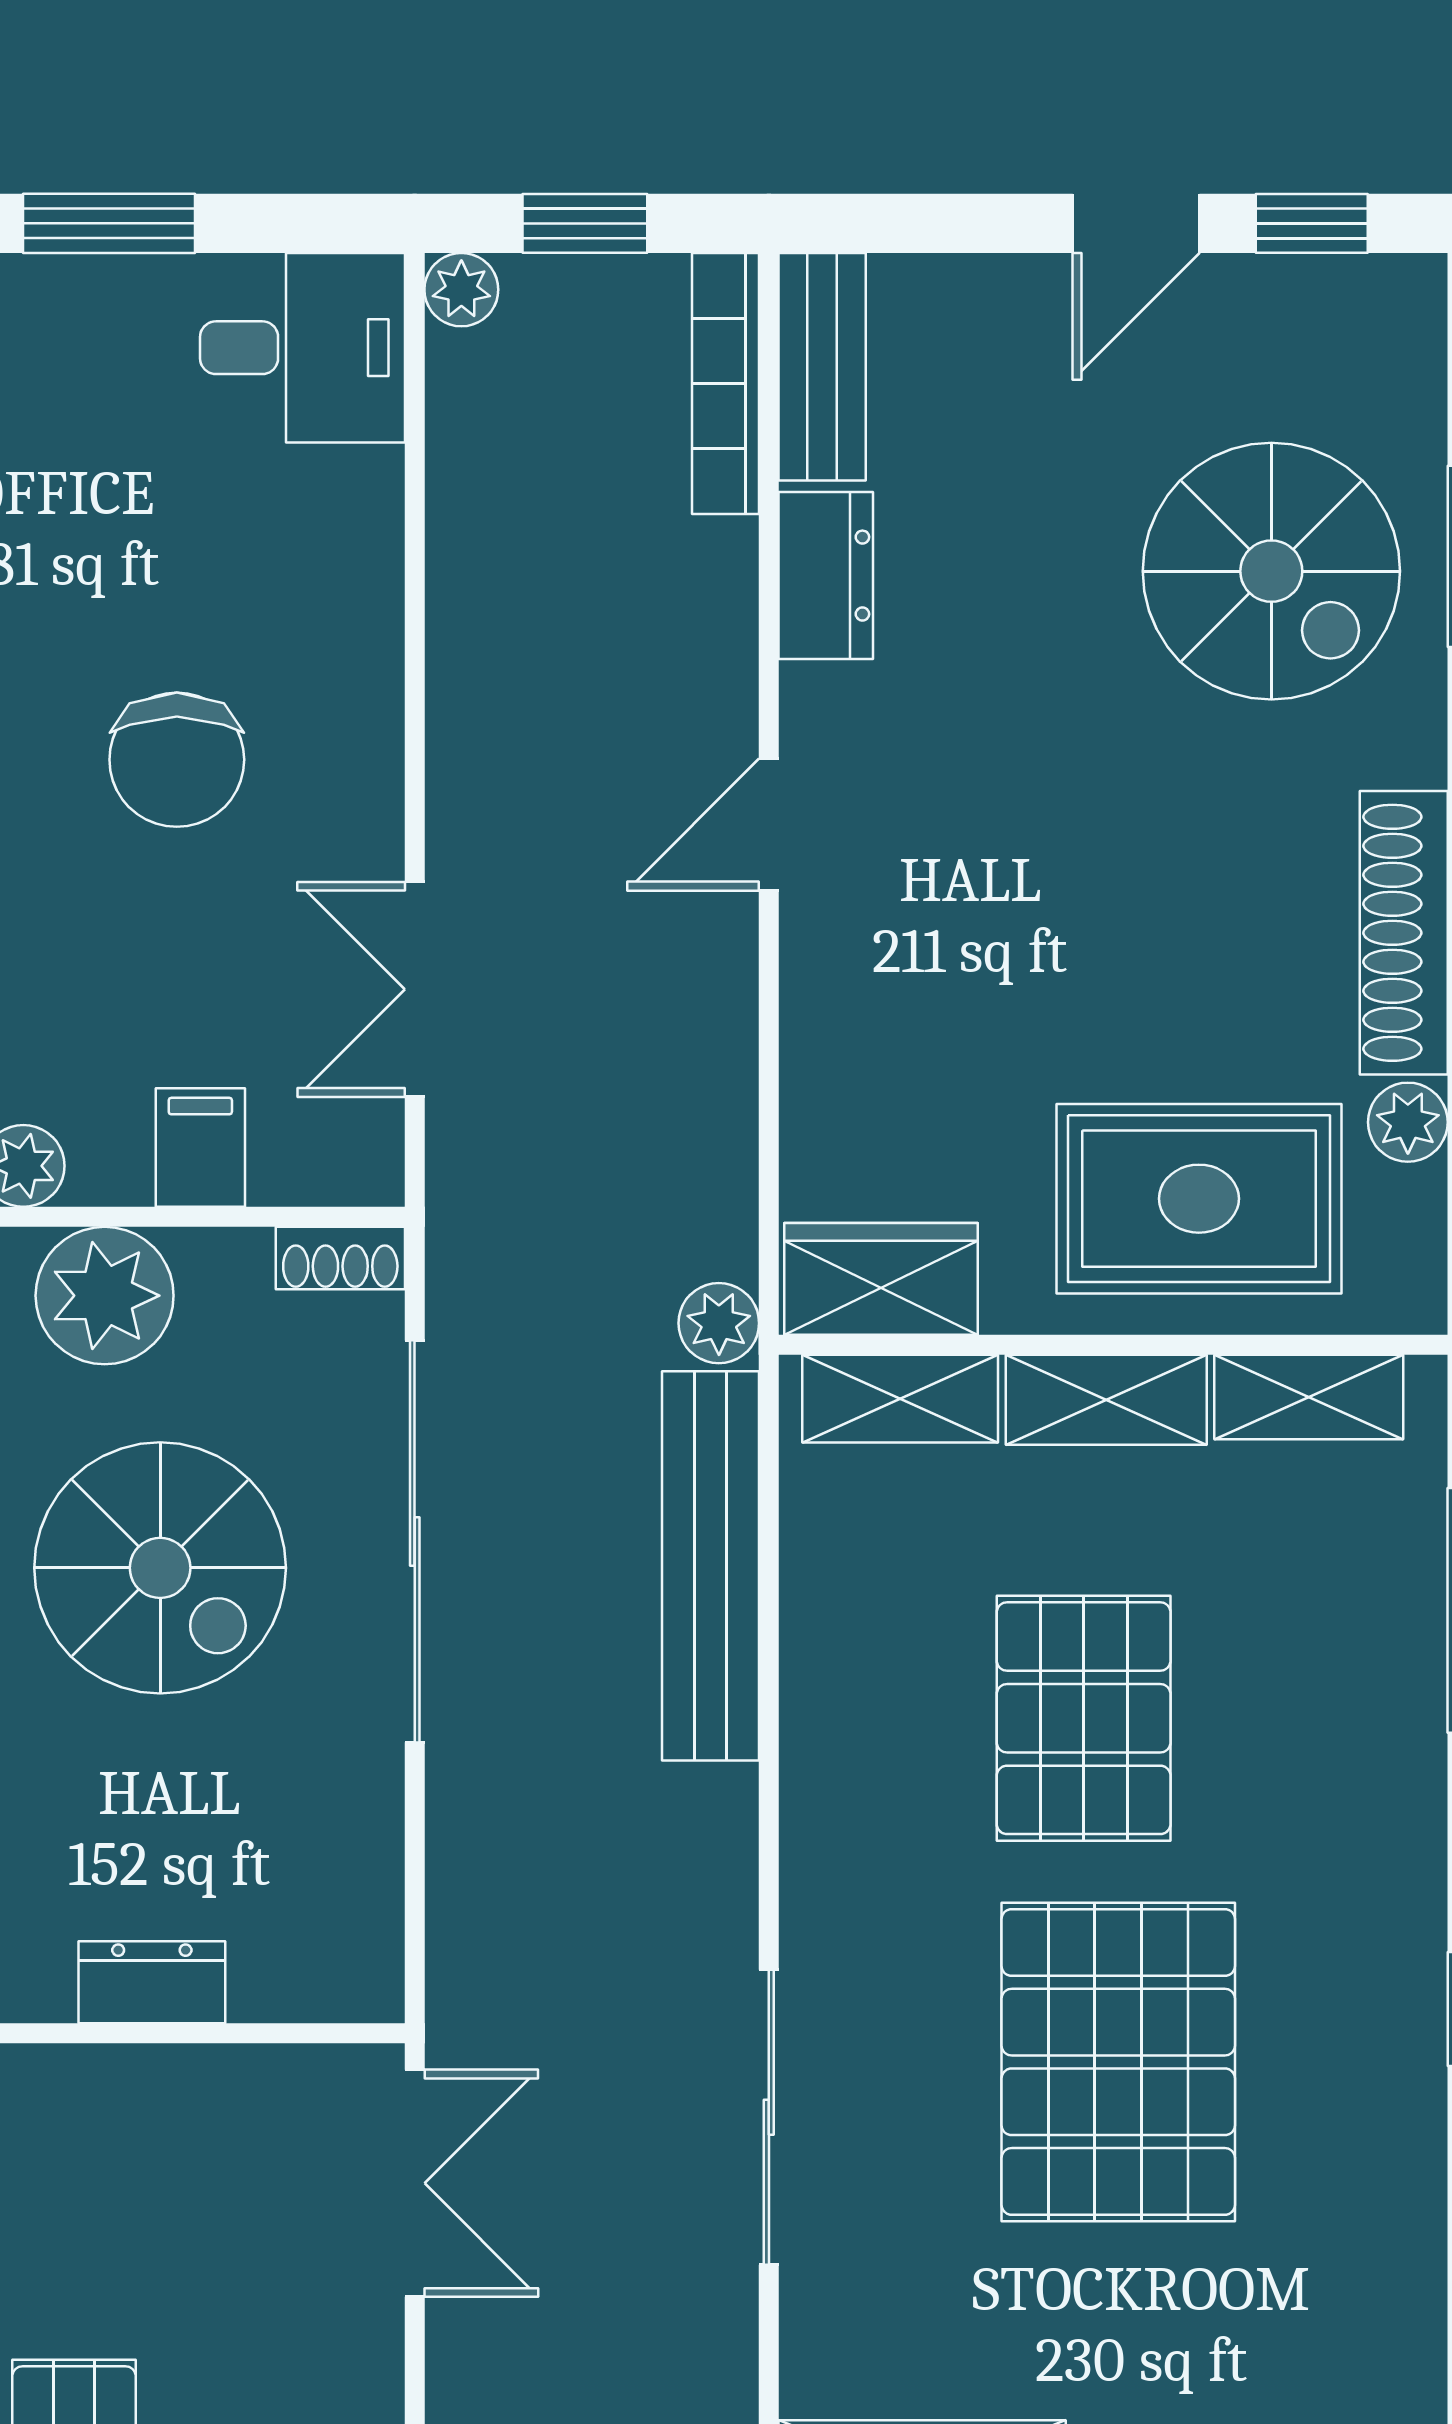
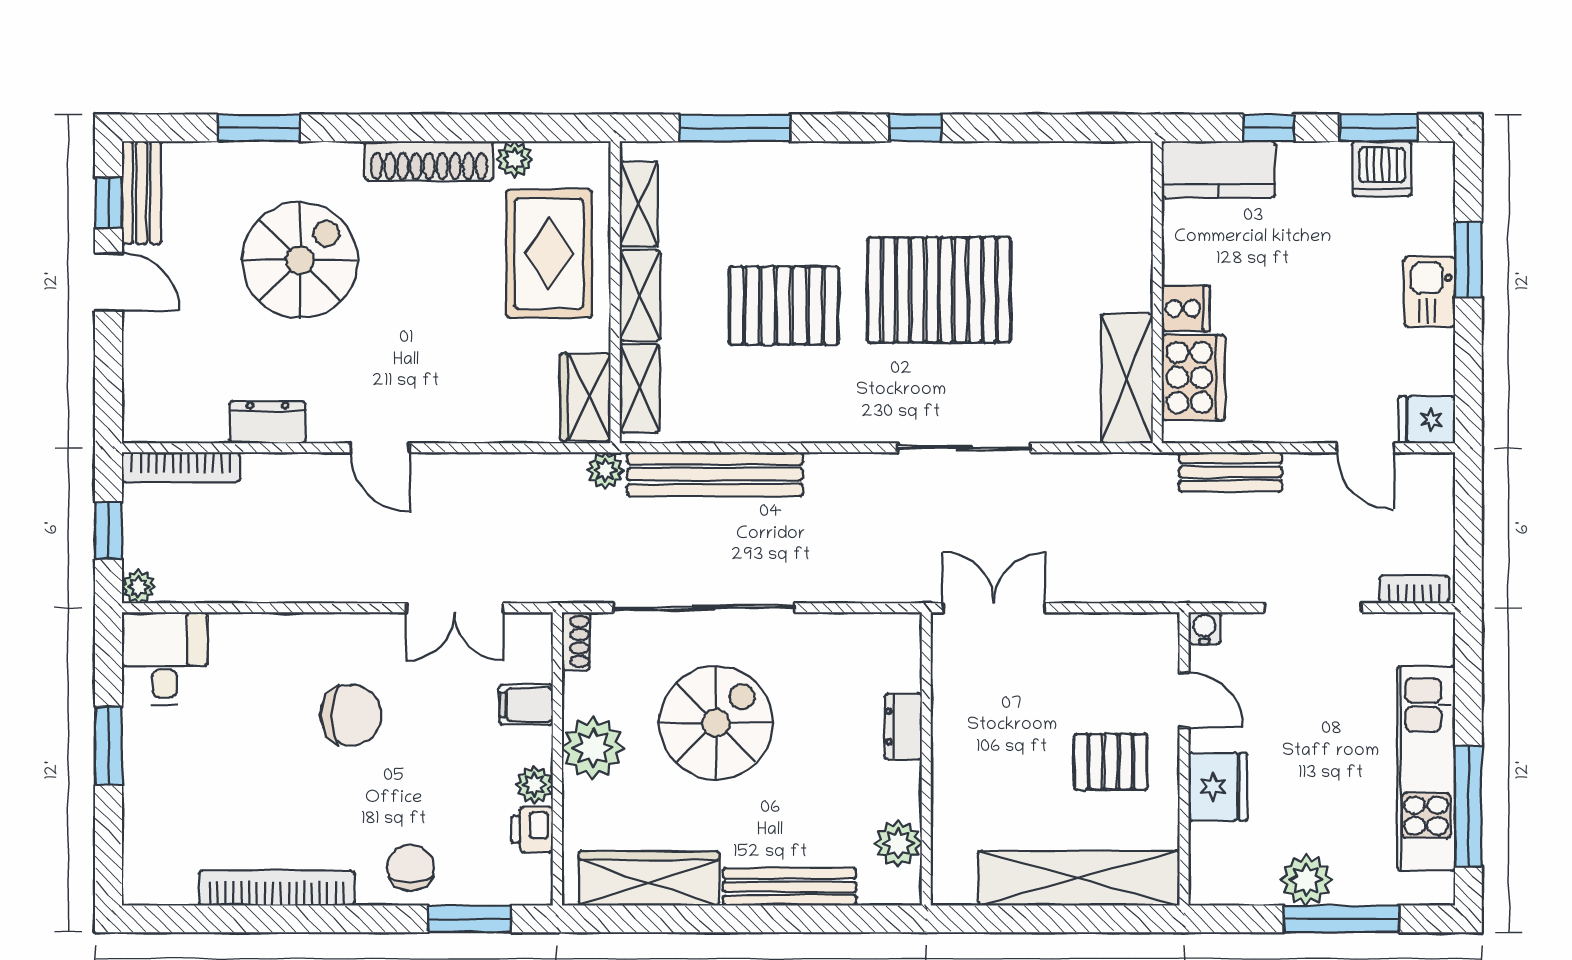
bench: (822, 367) -> (141, 193), moved, turned 90
spiral stairs: (1271, 571) -> (300, 260), moved

